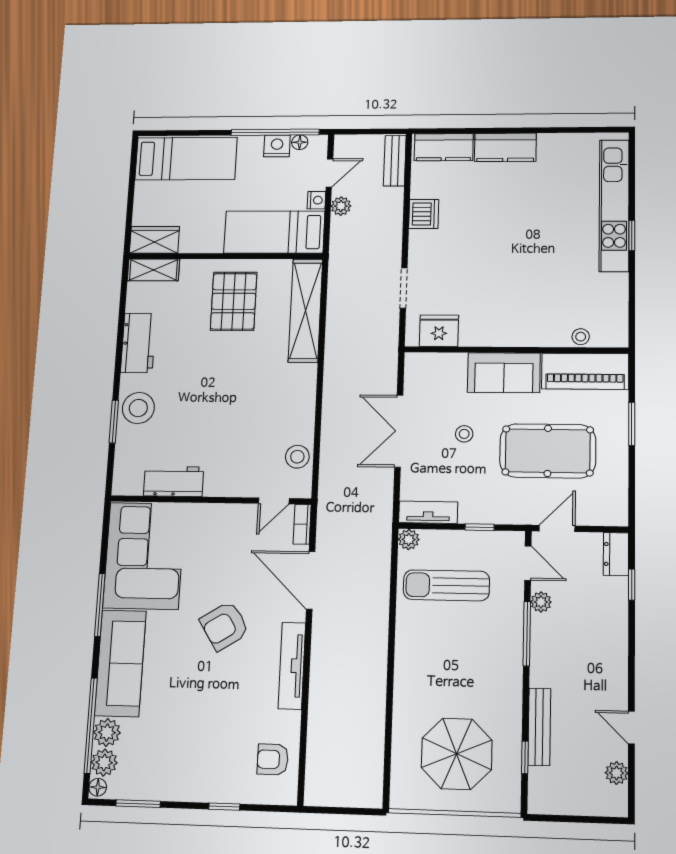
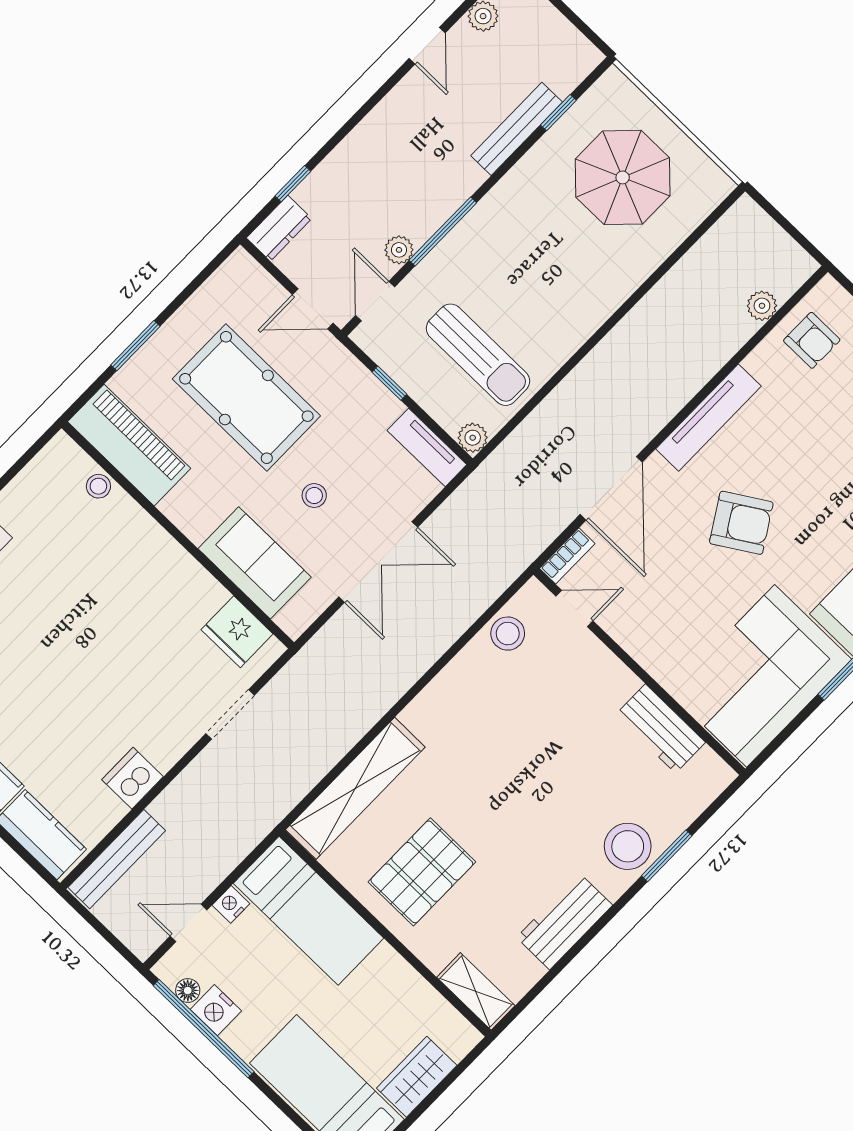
bench: (395, 161) -> (117, 859), width x1.36
plant: (341, 206) -> (762, 306), moved
wardrobe: (154, 240) -> (417, 1077), moved, turned 90
sofa: (504, 373) -> (255, 563), moved

